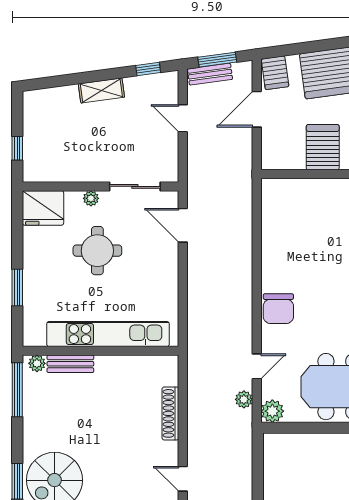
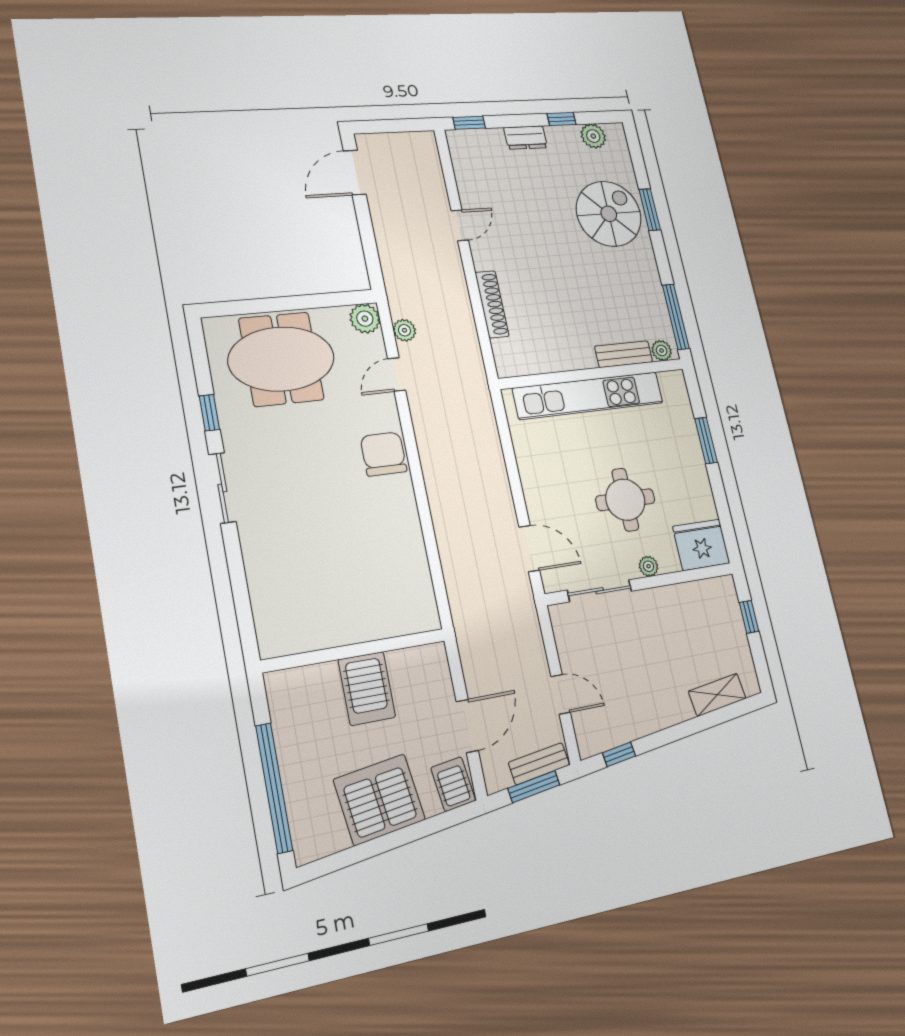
shelving: (101, 90) -> (717, 695), moved
door: (183, 479) -> (460, 225), hinge flipped

